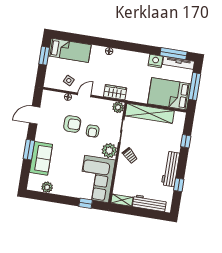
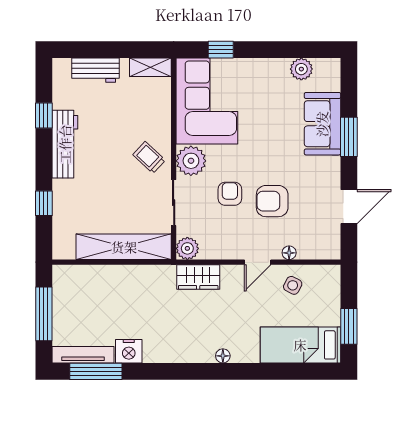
bed: (169, 94) -> (91, 291), removed
workbench: (149, 203) -> (95, 70), width x0.73

